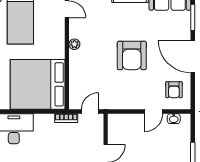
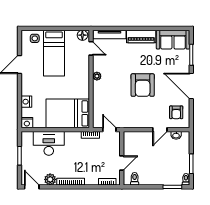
bed: (38, 84) -> (68, 113), width x0.73
door: (90, 111) -> (109, 130), hinge flipped

